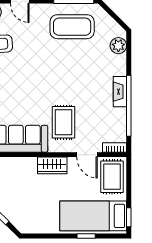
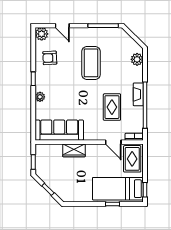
coffee table: (72, 27) -> (91, 63), moved, turned 90
rug: (63, 122) -> (112, 107), moved
wardrobe: (52, 165) -> (74, 150), moved

